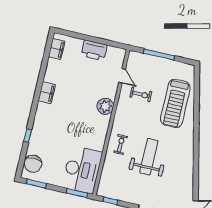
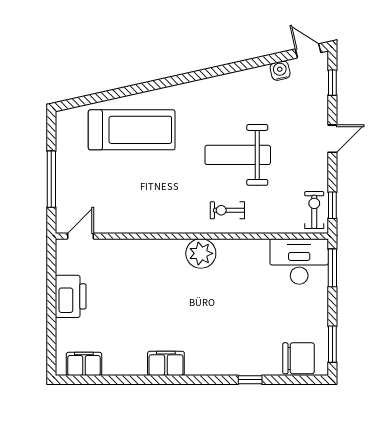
door: (122, 76) -> (81, 236), moved
exercise bike: (141, 94) -> (314, 210), moved
plant: (105, 106) -> (201, 253), moved
desk: (82, 170) -> (299, 261), width x0.73, depth x0.77
water cooler: (188, 190) -> (280, 71), added

